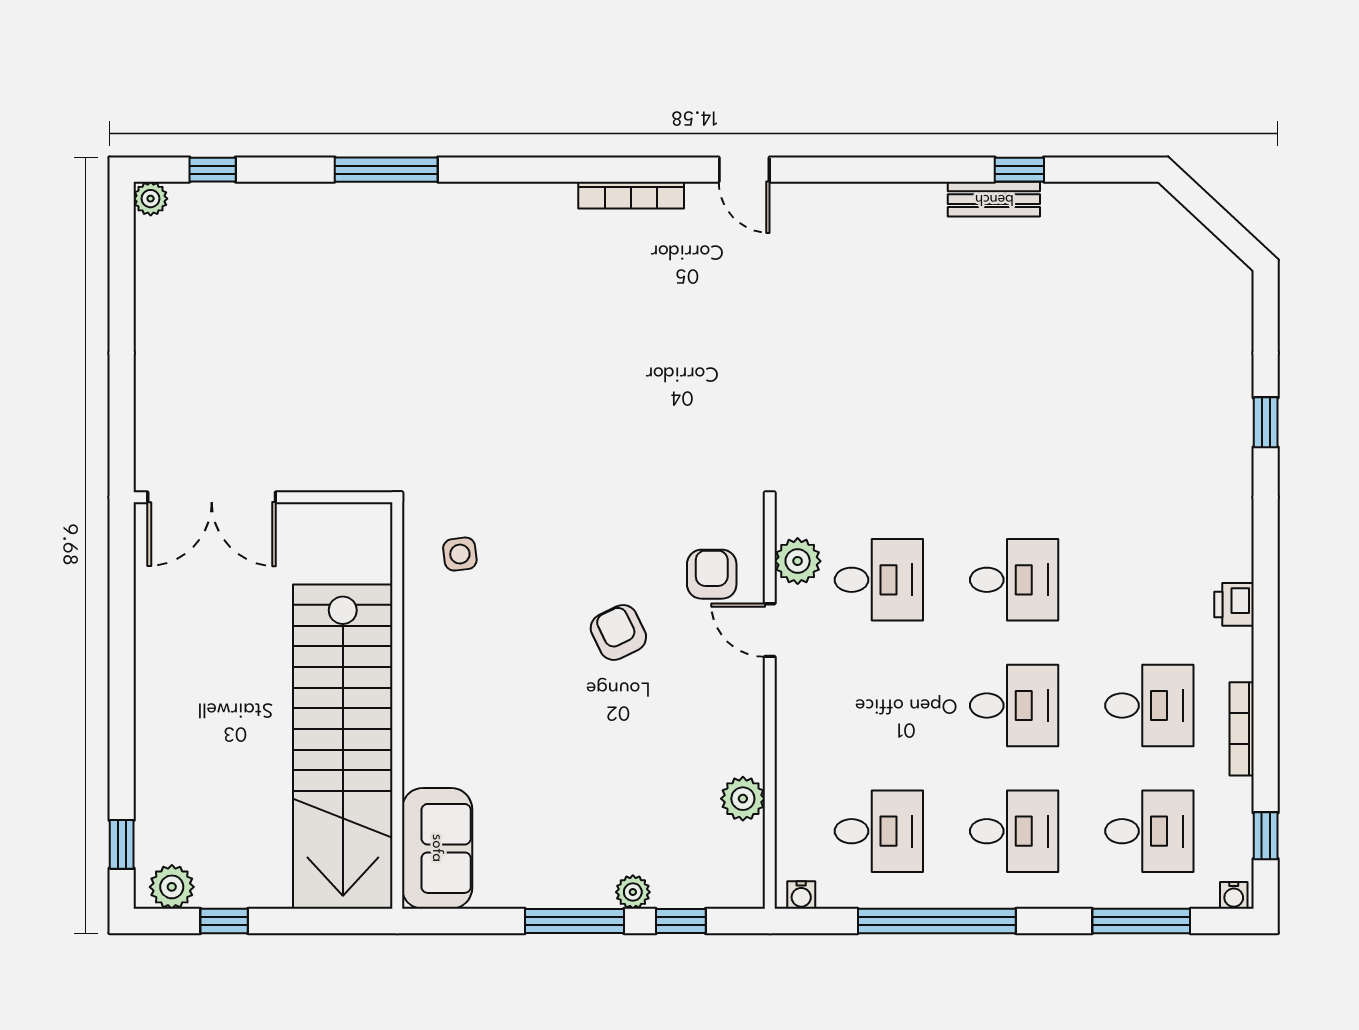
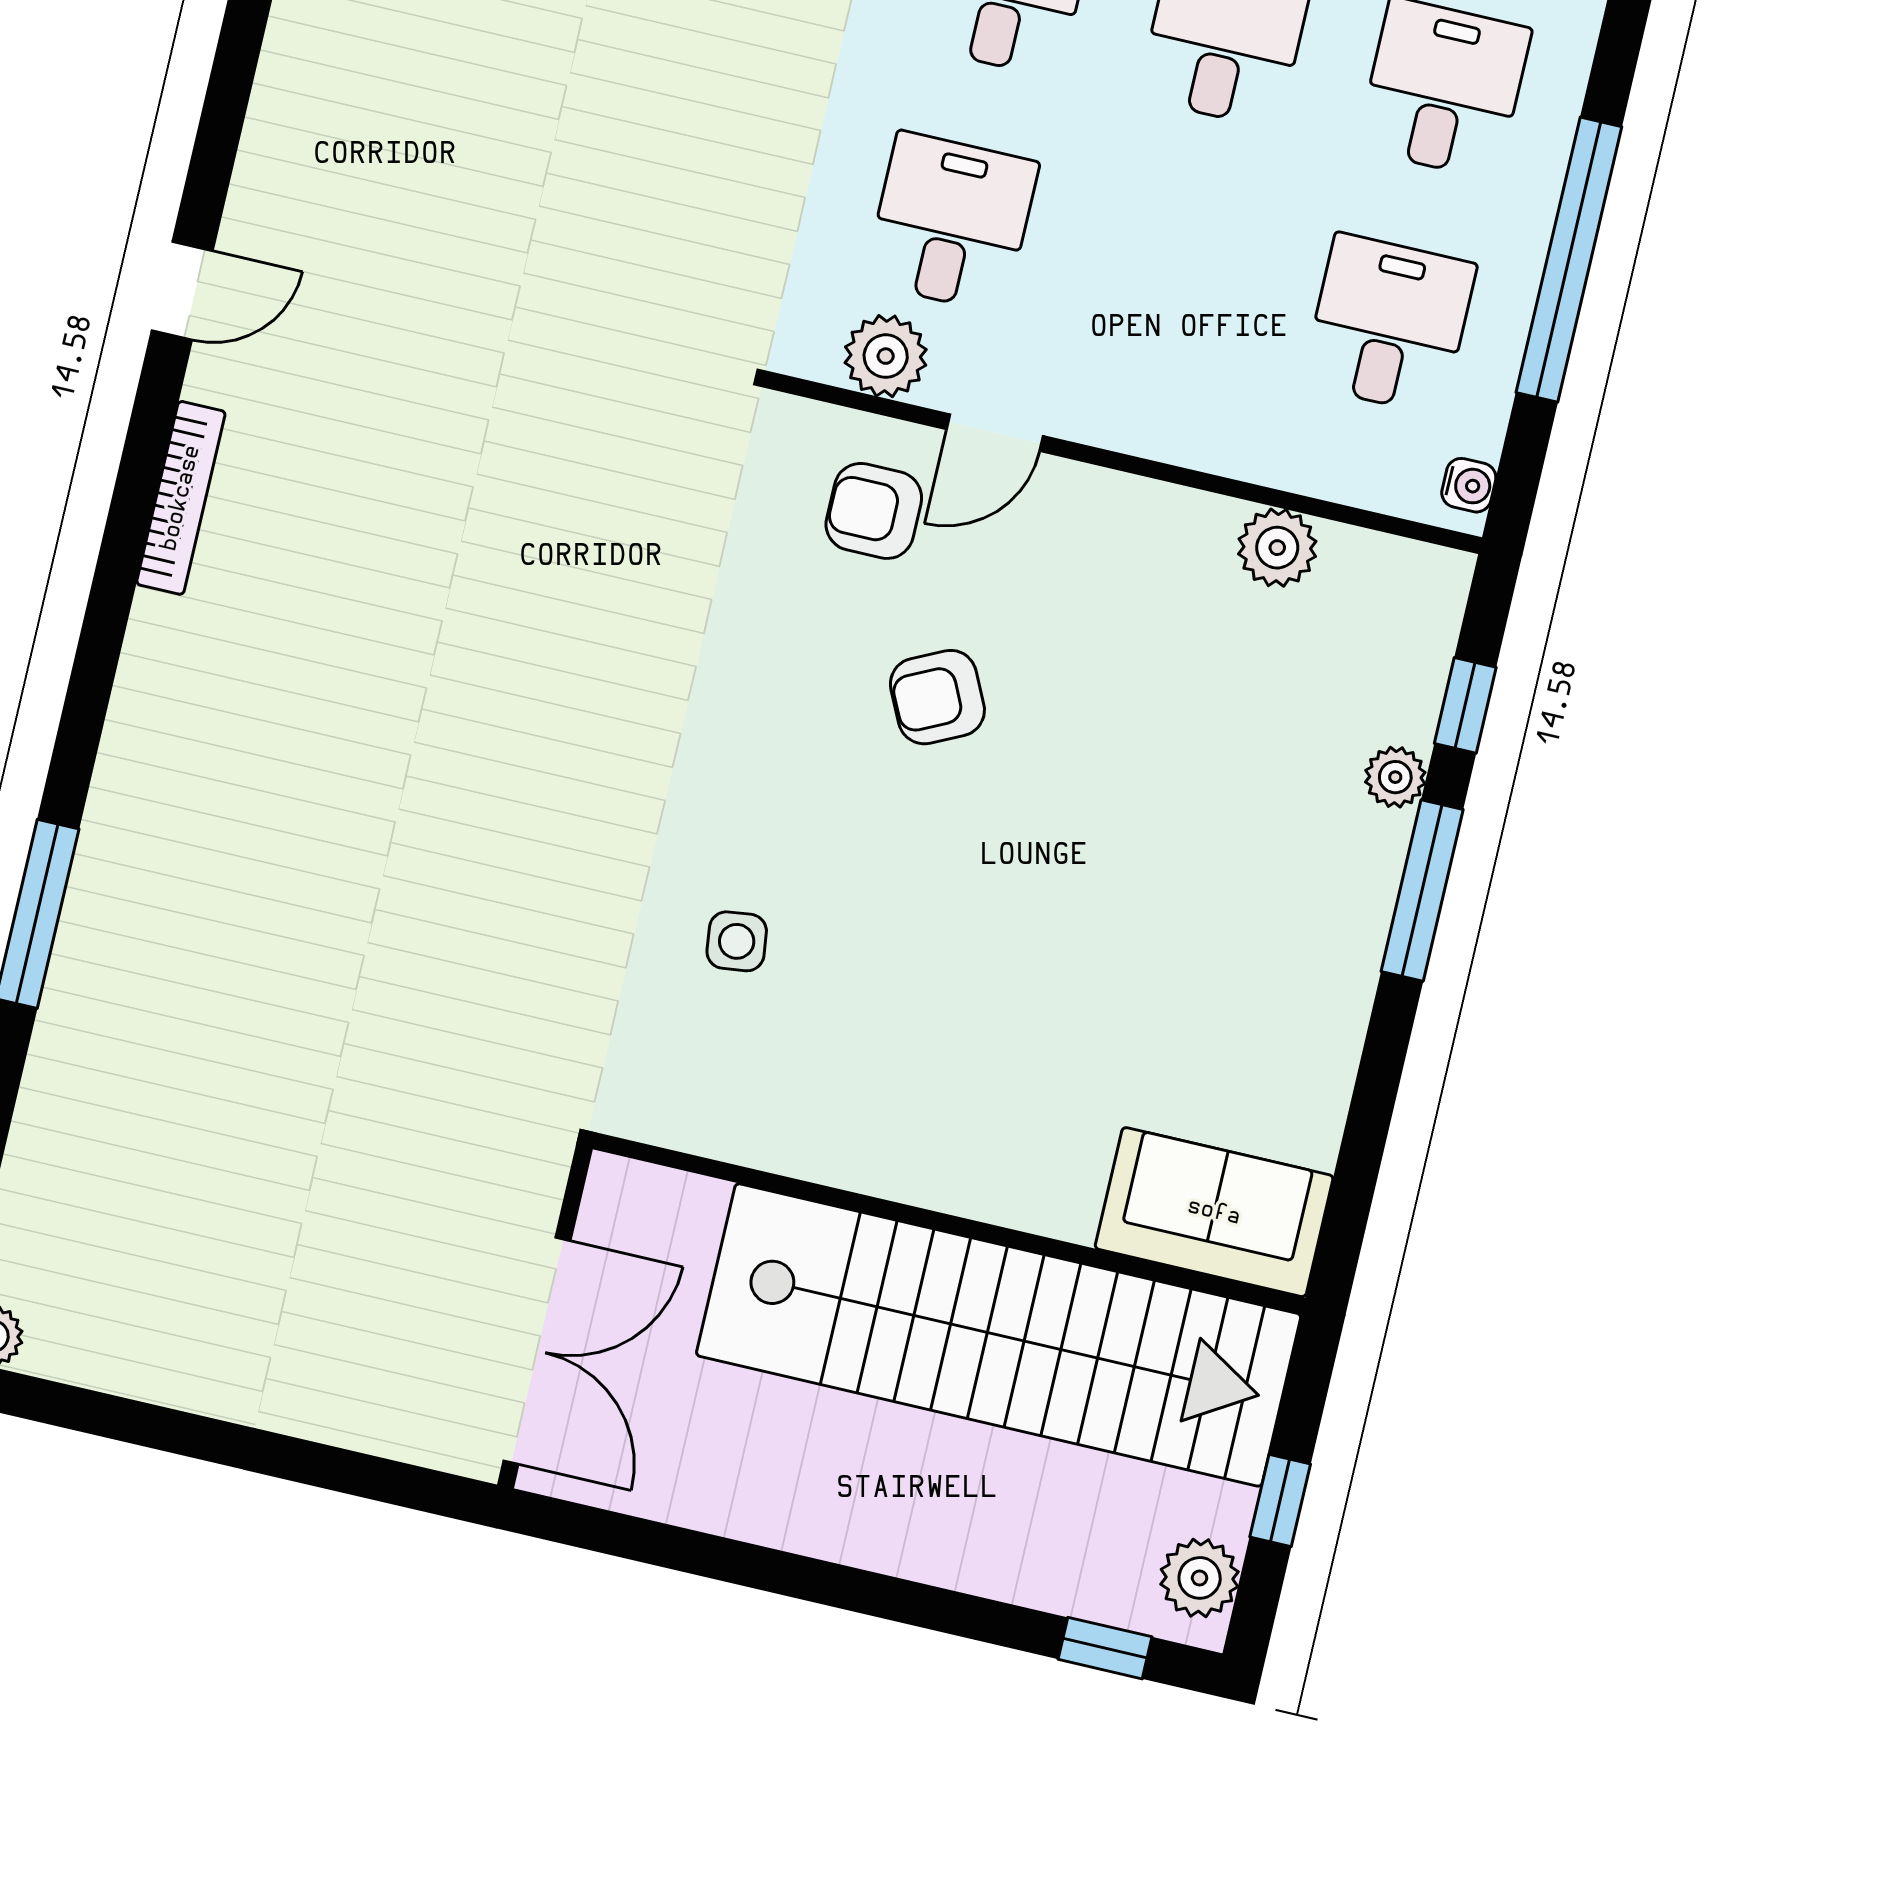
wall: (397, 706) -> (949, 1223), moved
stairs: (343, 747) -> (999, 1335), moved
sofa: (437, 848) -> (1214, 1212), moved

